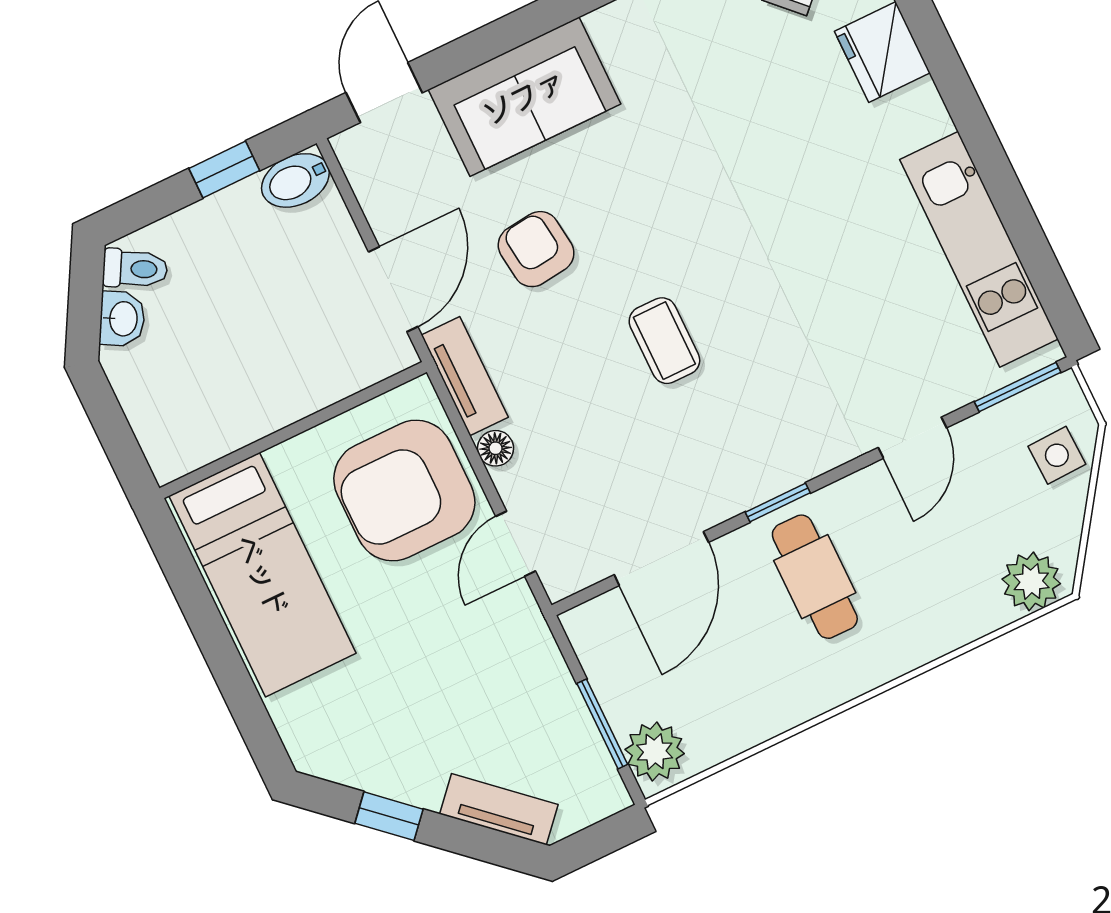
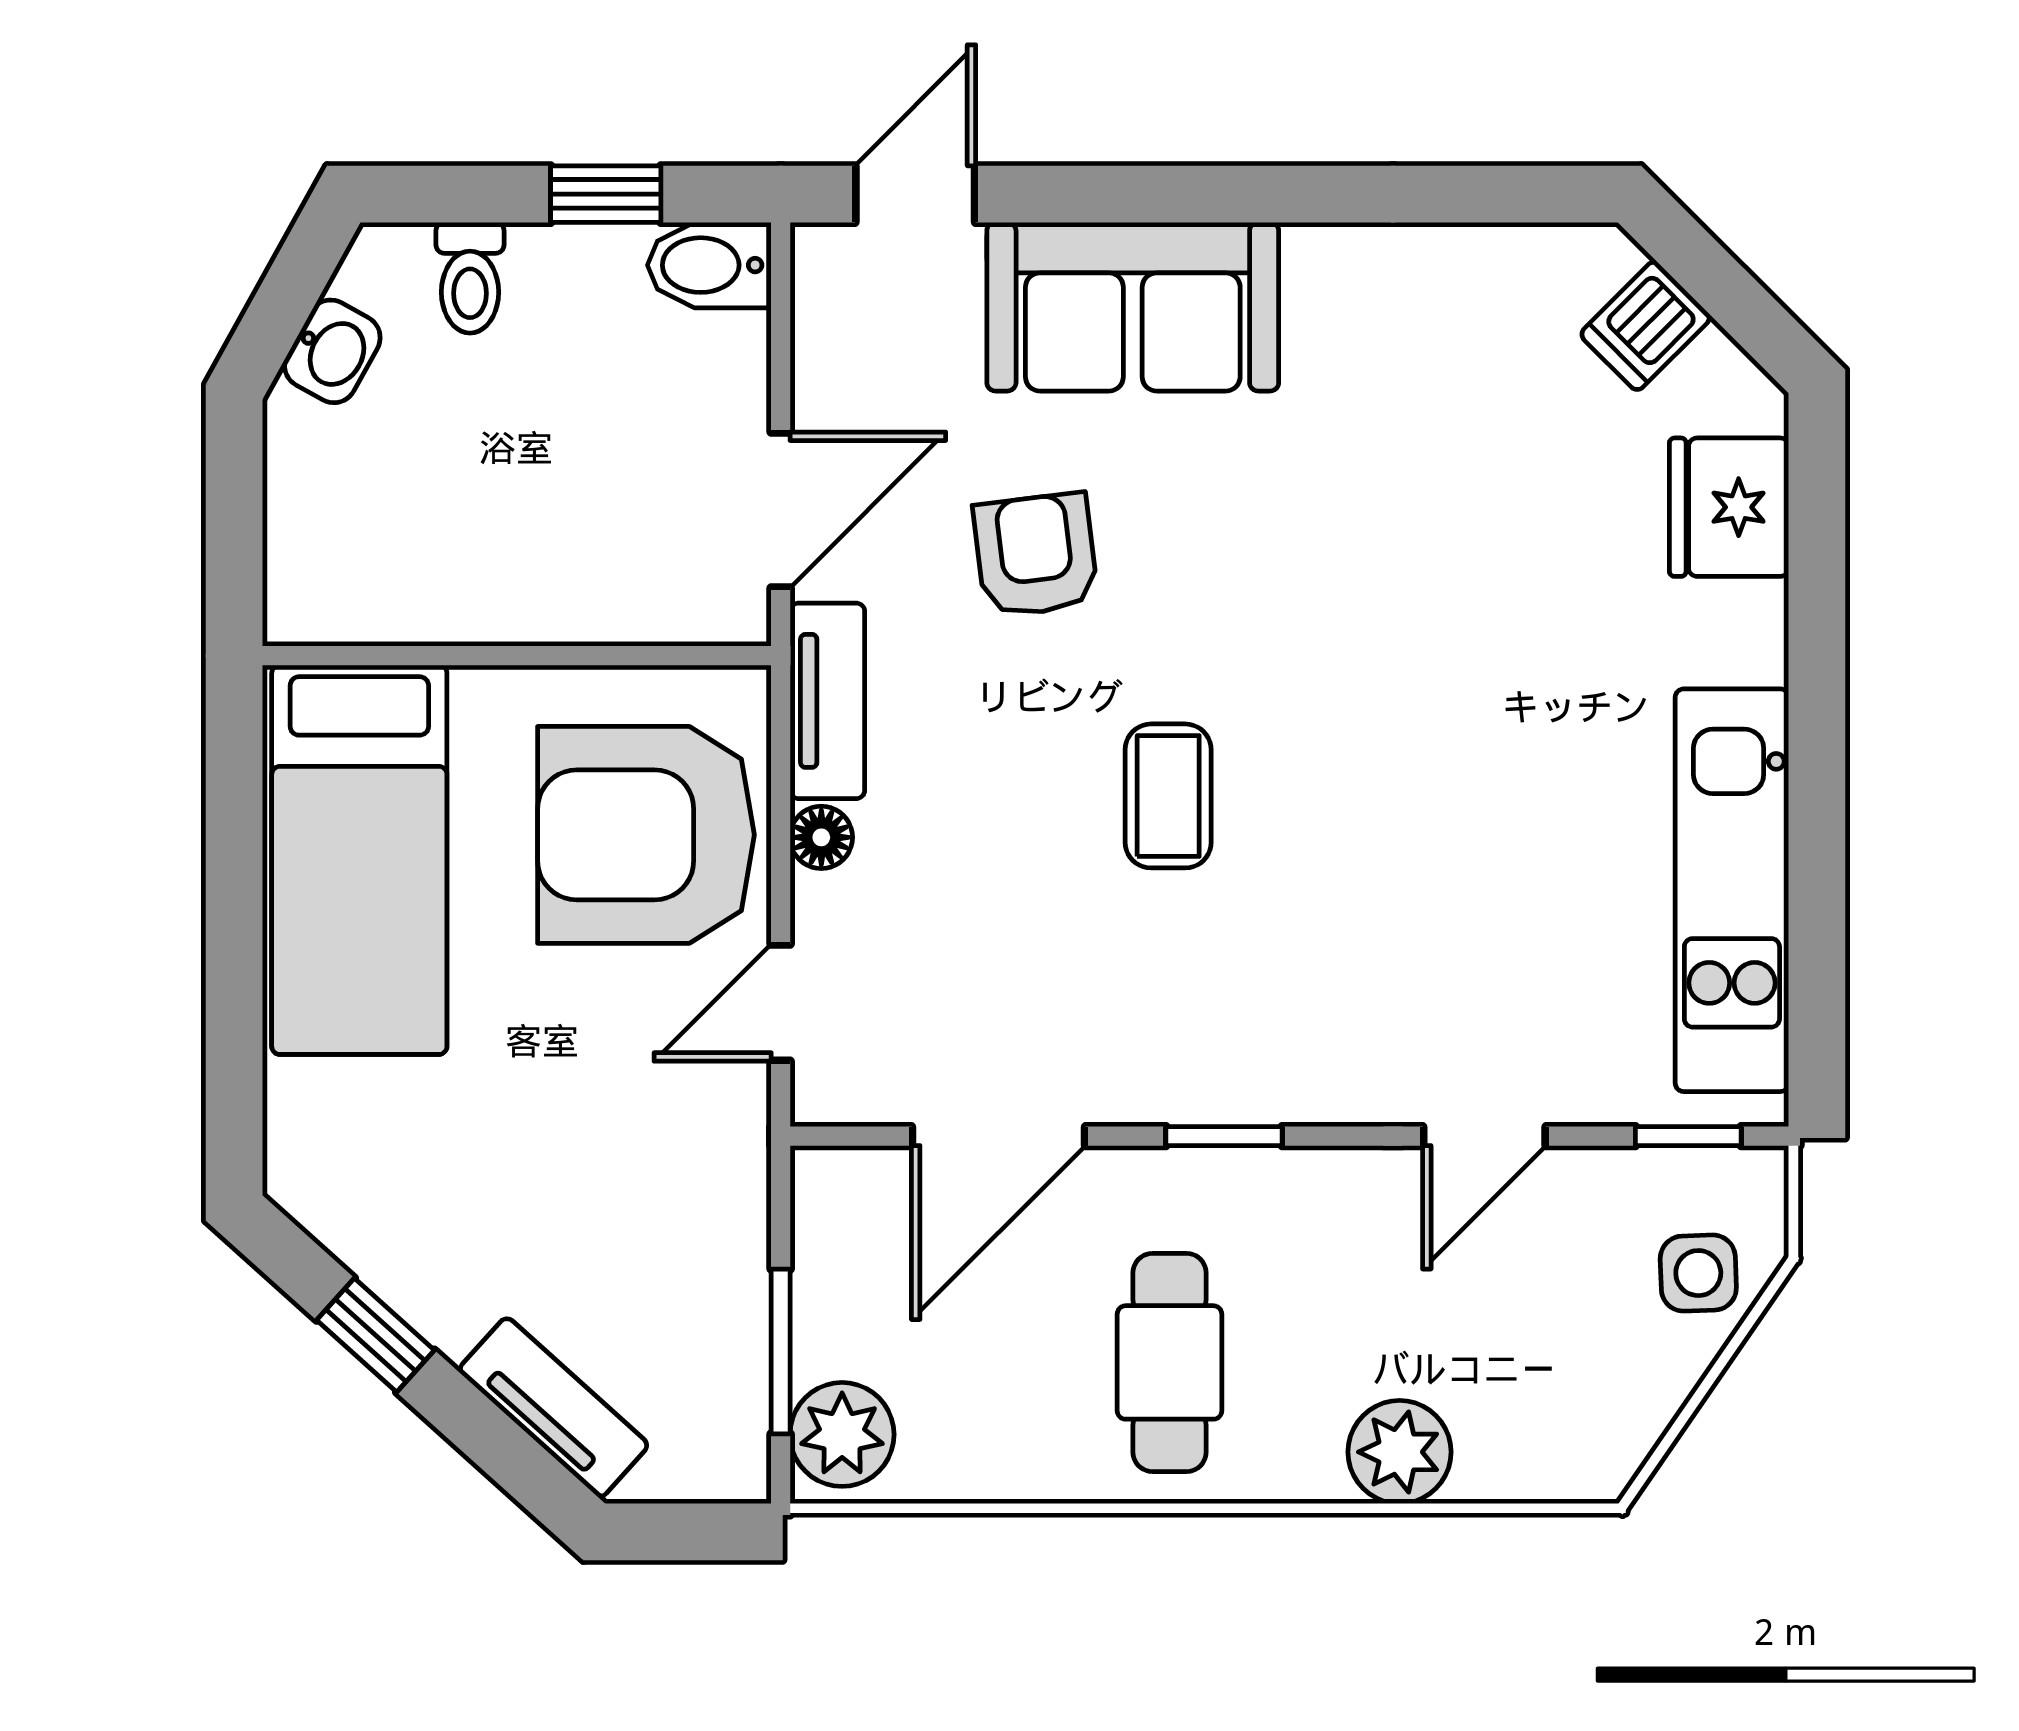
toilet: (135, 269) -> (470, 278), moved, turned 61
window: (1018, 387) -> (1688, 1136), width x0.67
cafe table: (815, 577) -> (1170, 1362), moved
plant: (1031, 581) -> (1400, 1452), moved

